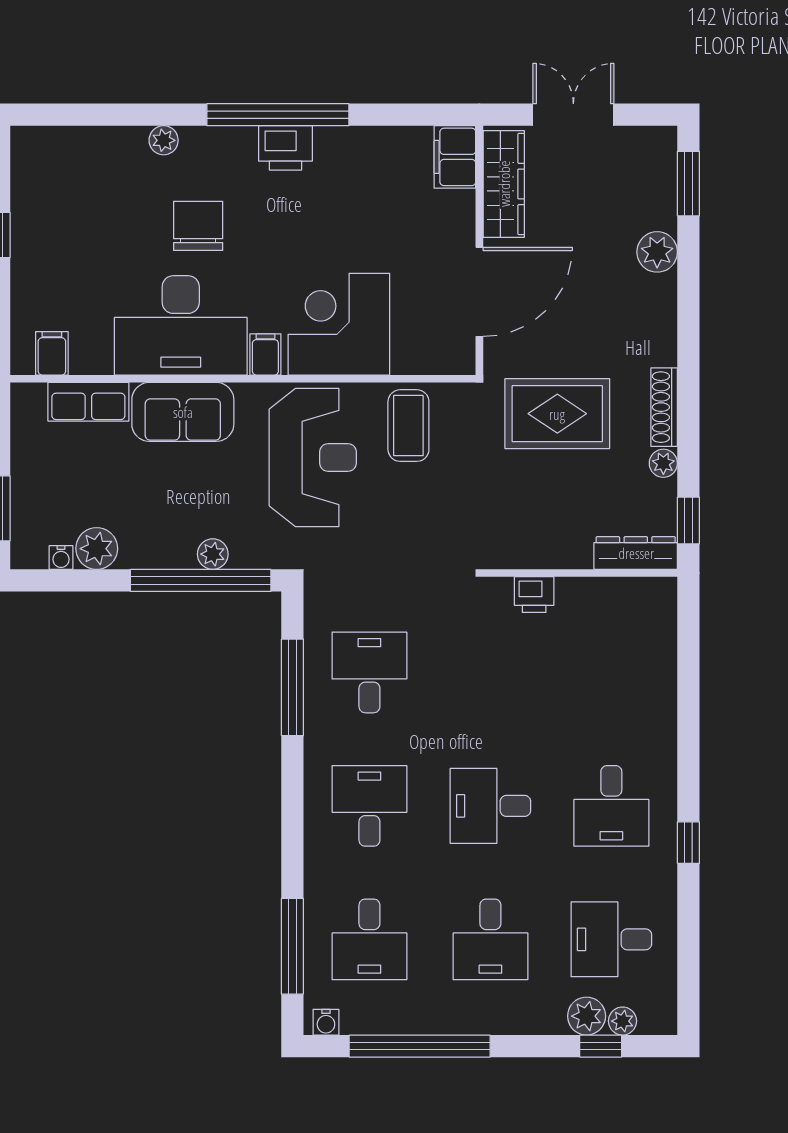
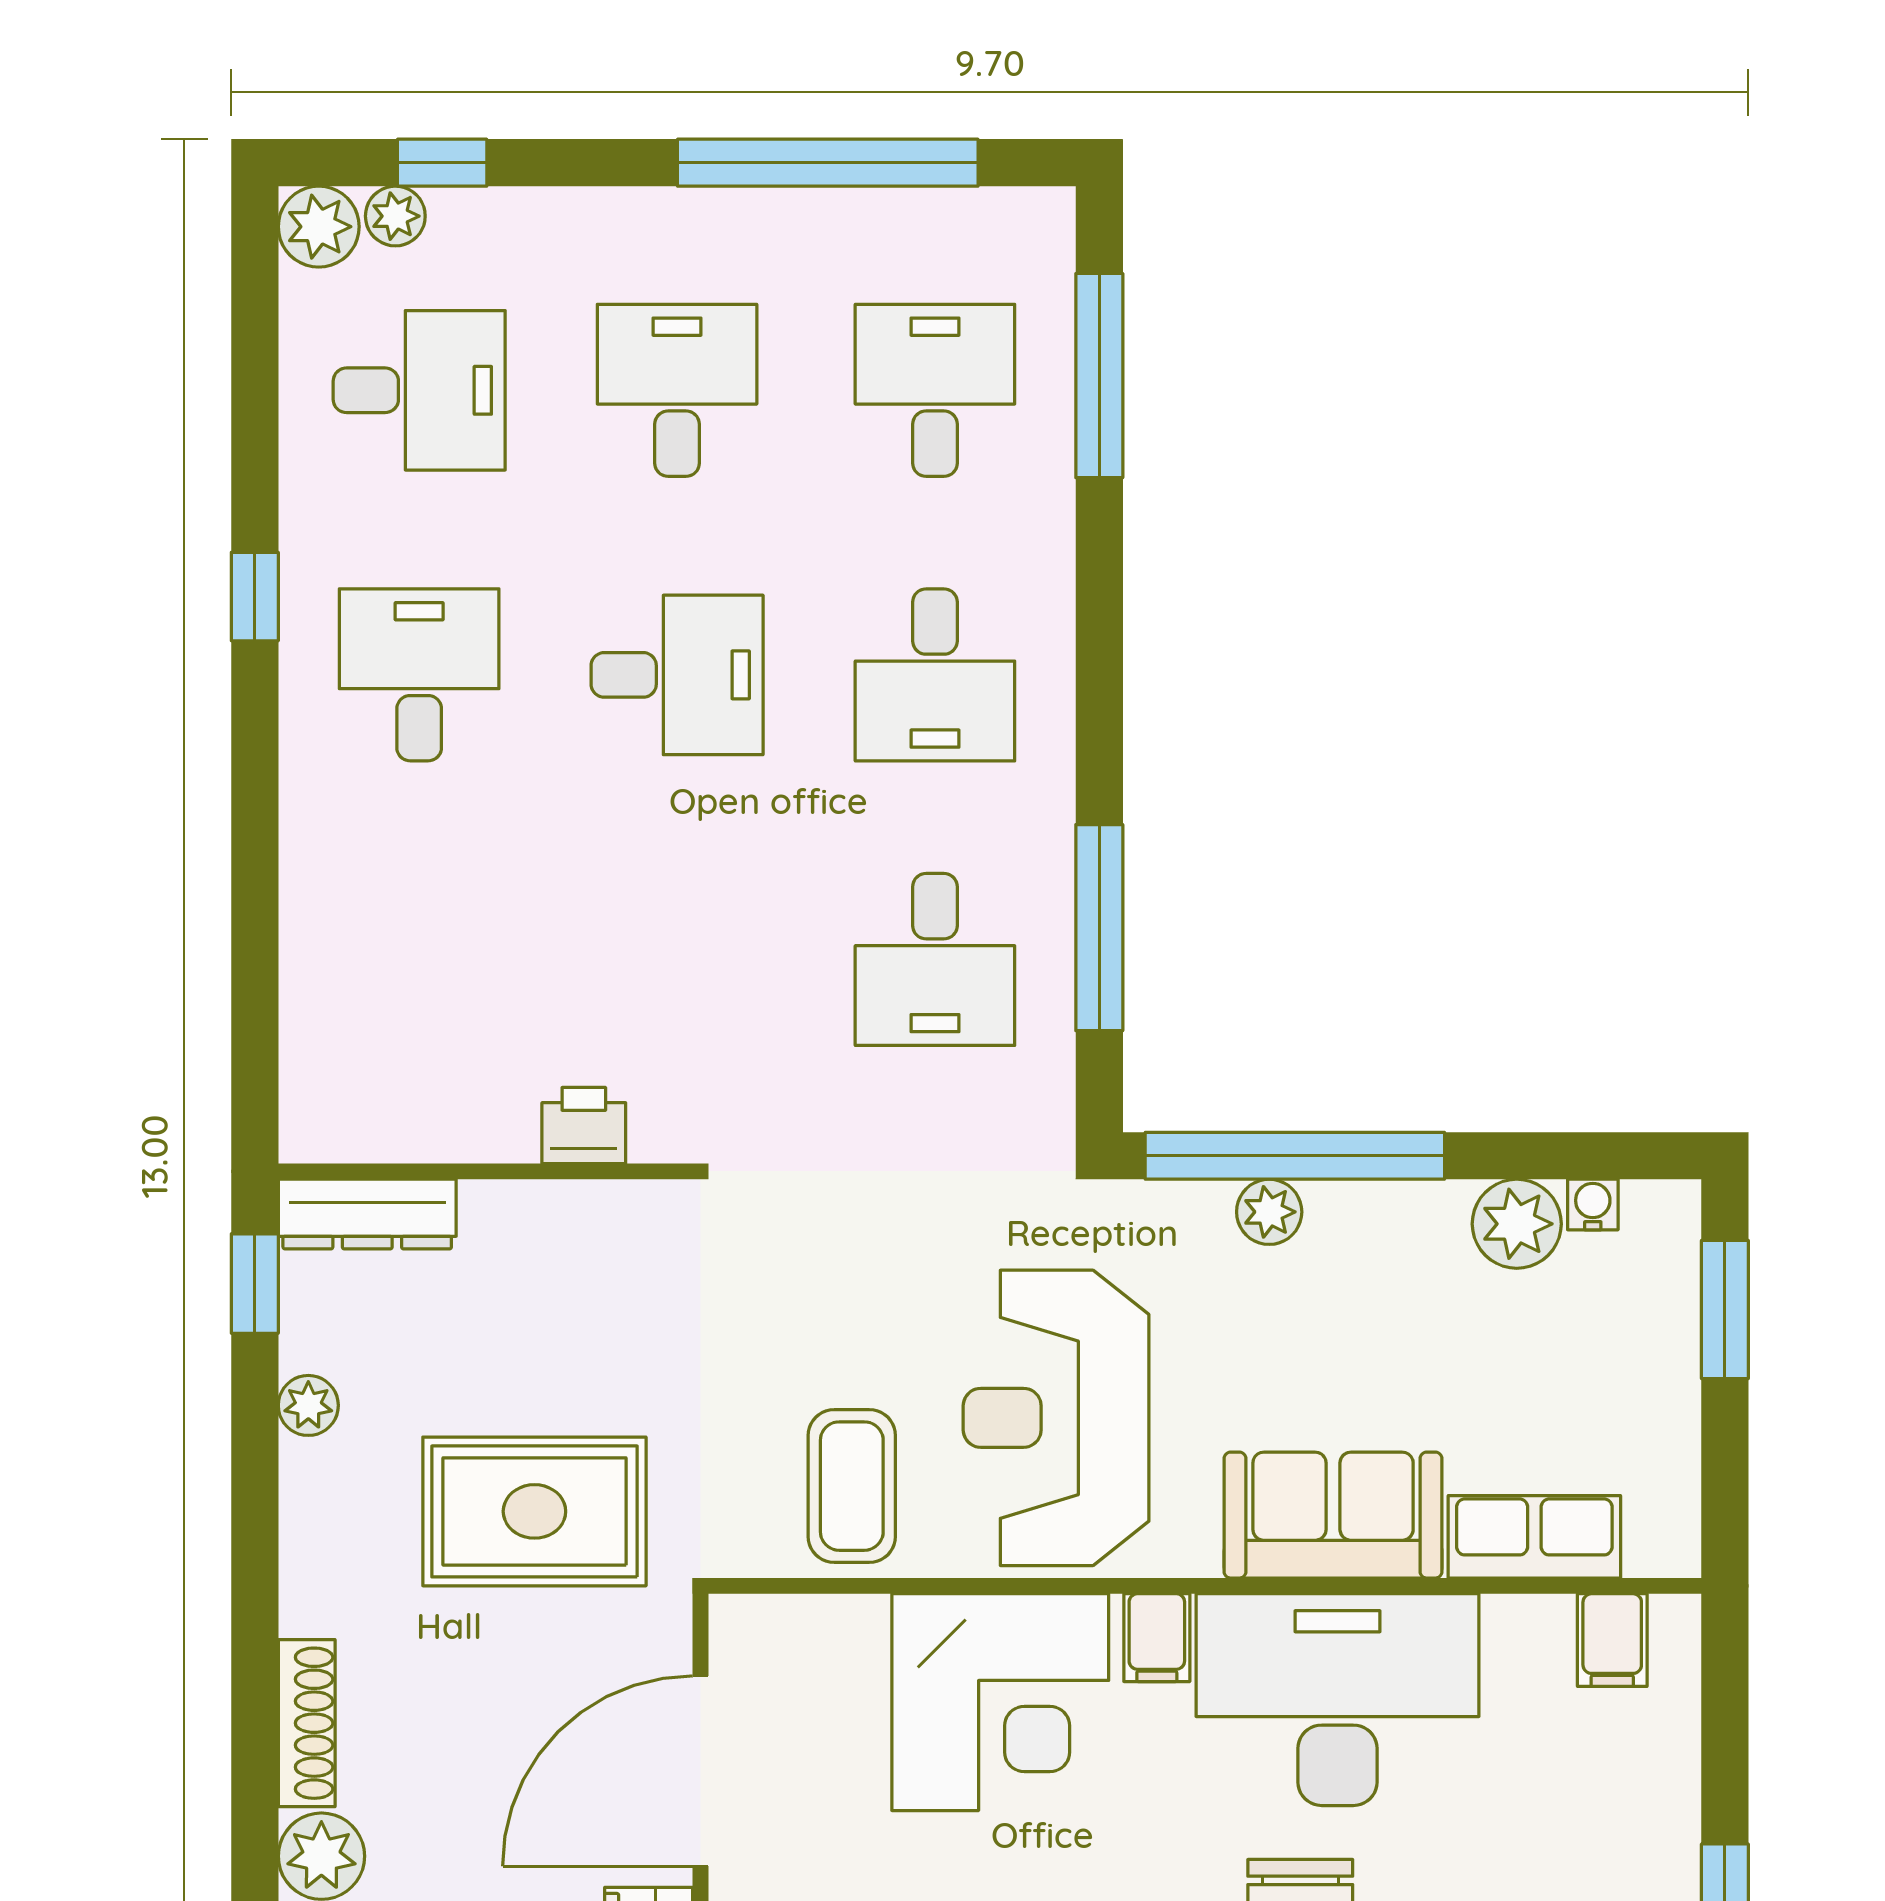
shoe rack: (664, 407) -> (307, 1723), moved
plant: (587, 1016) -> (319, 227), moved
water cooler: (326, 1022) -> (1028, 214), removed

